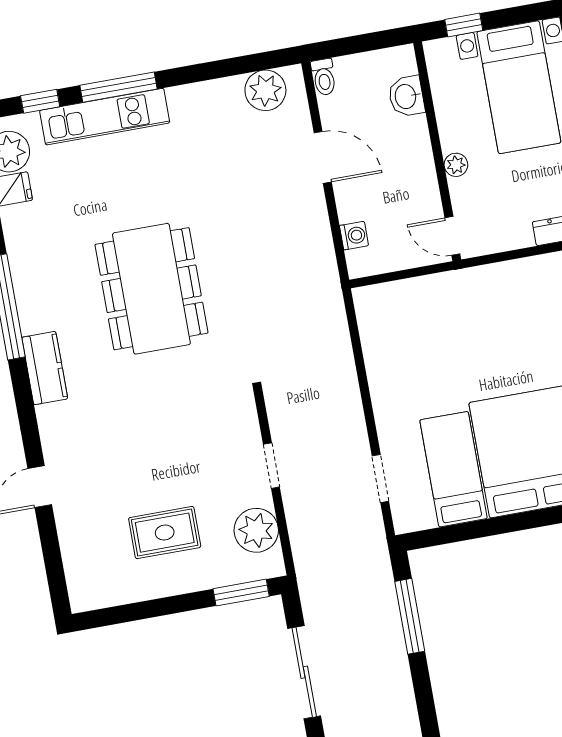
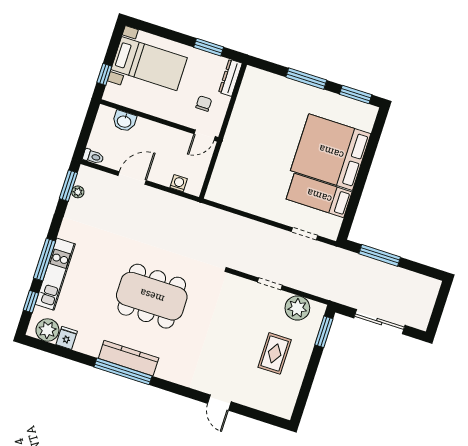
window: (256, 62) -> (68, 186), added
plant: (265, 90) -> (78, 192), width x0.53, depth x0.53
plant: (456, 165) -> (171, 115), removed
chair: (502, 208) -> (204, 104), added
kitchen counter: (45, 368) -> (129, 358), moved, width x1.50

